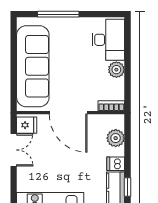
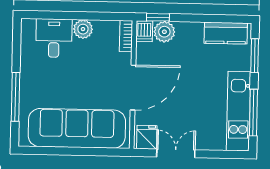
desk: (108, 40) -> (54, 38), width x0.73
dishwasher: (116, 164) -> (144, 31), moved
window: (128, 187) -> (158, 17), moved

